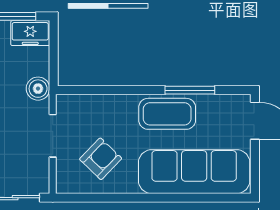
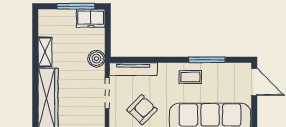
tv unit: (89, 103) -> (133, 69), added
coffee table: (167, 114) -> (190, 77), width x0.54, depth x0.58

